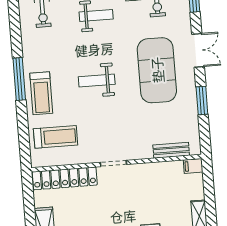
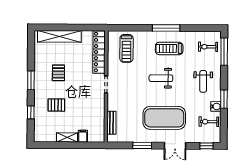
weight bench: (97, 80) -> (161, 78), turned -90
treadmill: (41, 93) -> (169, 48), moved
filing cabinet: (193, 166) -> (83, 136), moved

